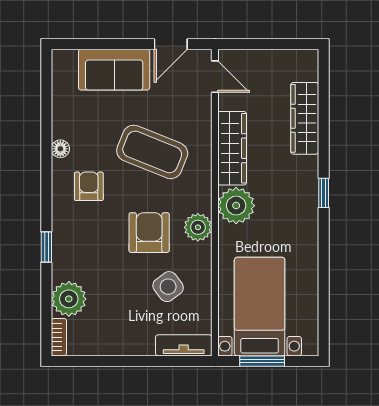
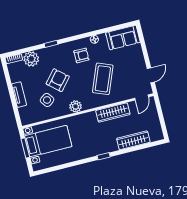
door: (171, 44) -> (151, 75), swing flipped
sofa: (114, 70) -> (123, 37), moved, turned -90
plant: (236, 206) -> (89, 120), removed
armchair: (149, 233) -> (58, 80), moved, turned -49
tv unit: (184, 345) -> (19, 95), moved

